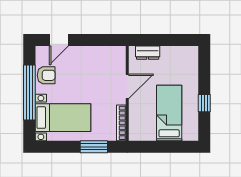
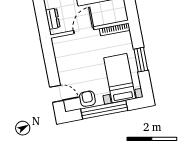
door: (127, 86) -> (84, 30), hinge flipped
window: (94, 147) -> (141, 60), moved

